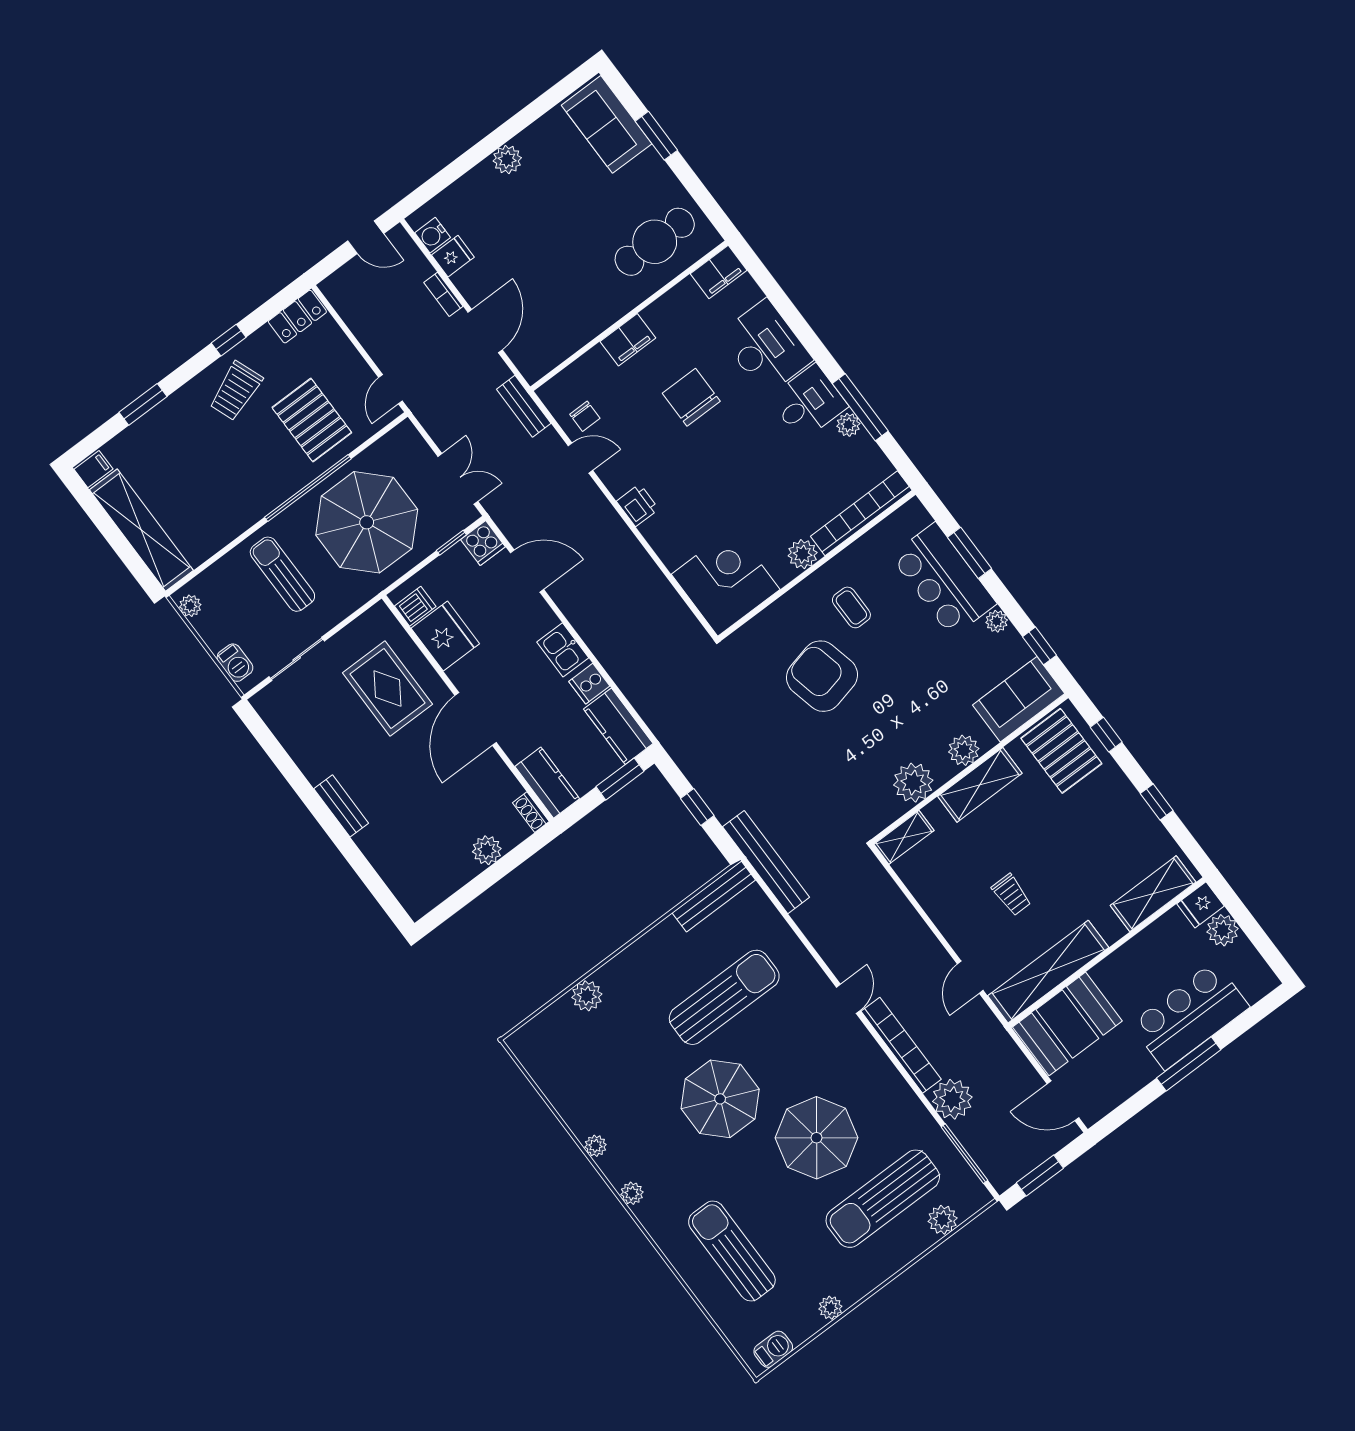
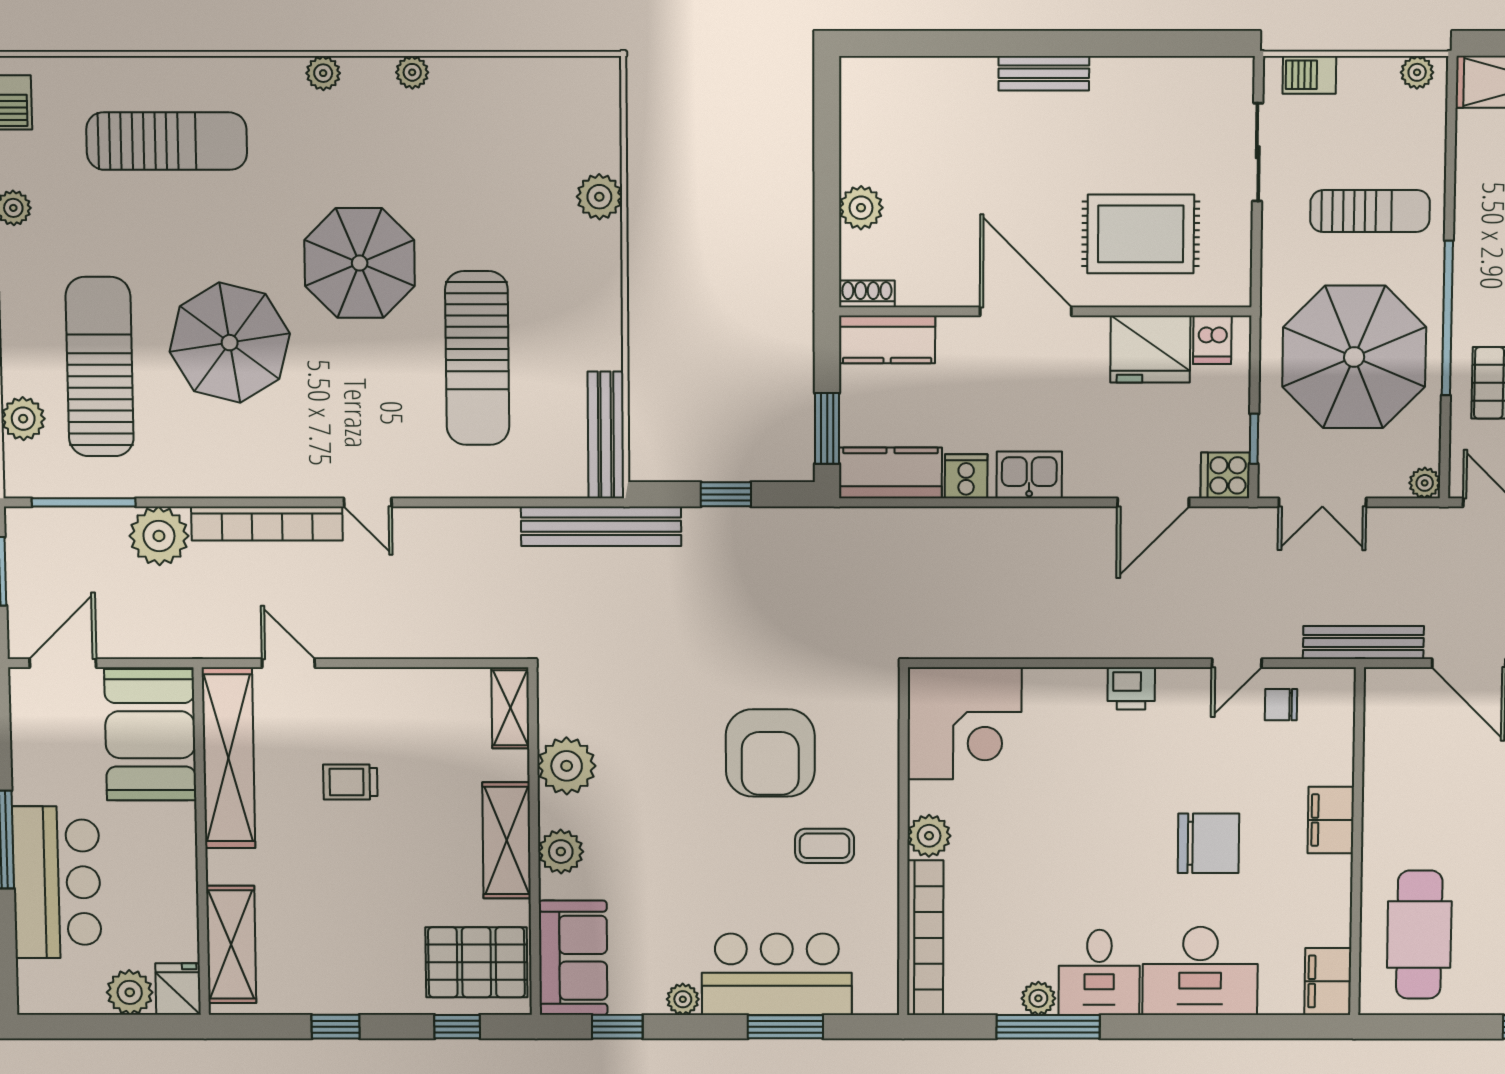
bench: (524, 406) -> (1363, 642), width x1.36
plant: (406, 431) -> (1425, 483), added
armchair: (822, 676) -> (770, 753), turned 103

